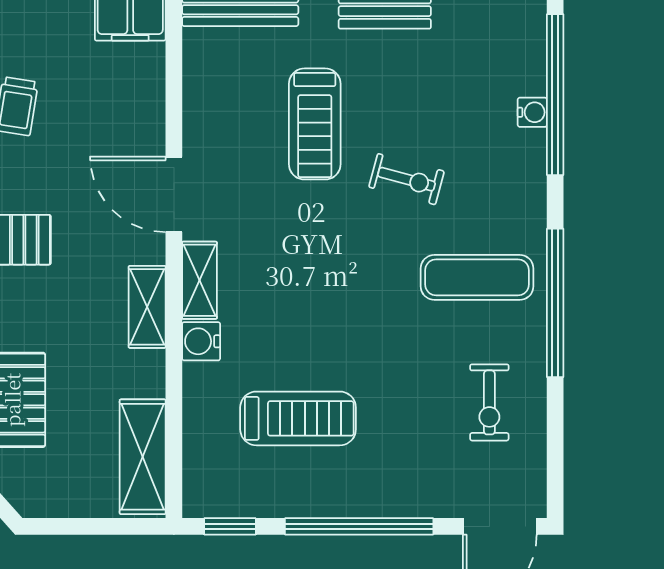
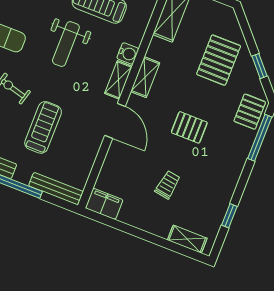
weight bench: (334, 311) -> (66, 44), added

